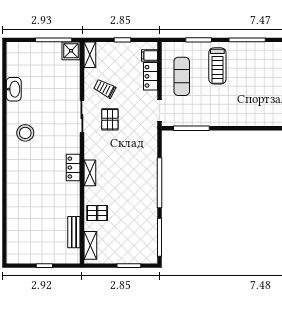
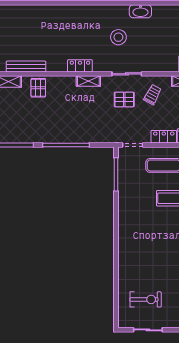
washbasin: (14, 89) -> (140, 11), moved
stool: (25, 133) -> (118, 37), moved
shelving: (90, 173) -> (88, 81), moved
bench: (74, 232) -> (26, 66), width x1.36

